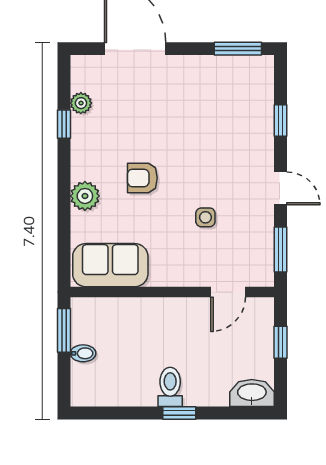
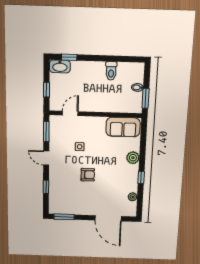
window: (64, 124) -> (141, 178), moved
armchair: (142, 178) -> (88, 175), moved
toilet: (170, 387) -> (111, 71), moved
window: (179, 413) -> (69, 57), moved

